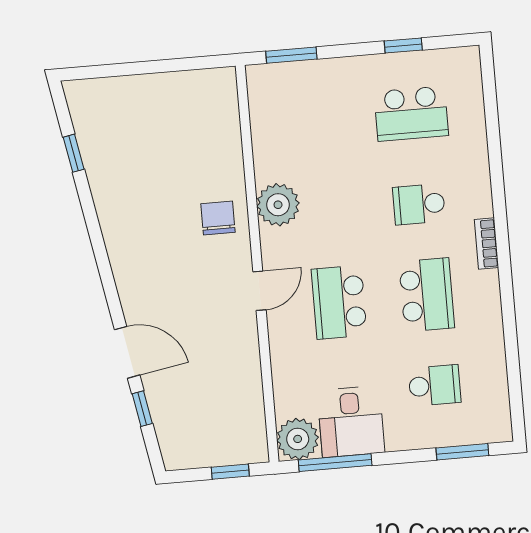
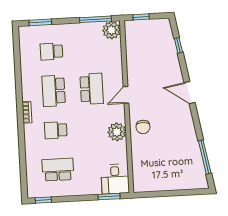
window: (403, 45) -> (43, 200), moved
window: (74, 153) -> (205, 157), width x2.17
school desk: (419, 204) -> (56, 130), turned 180
door: (127, 352) -> (189, 93), moved
desk: (351, 422) -> (115, 179), moved, turned 180

